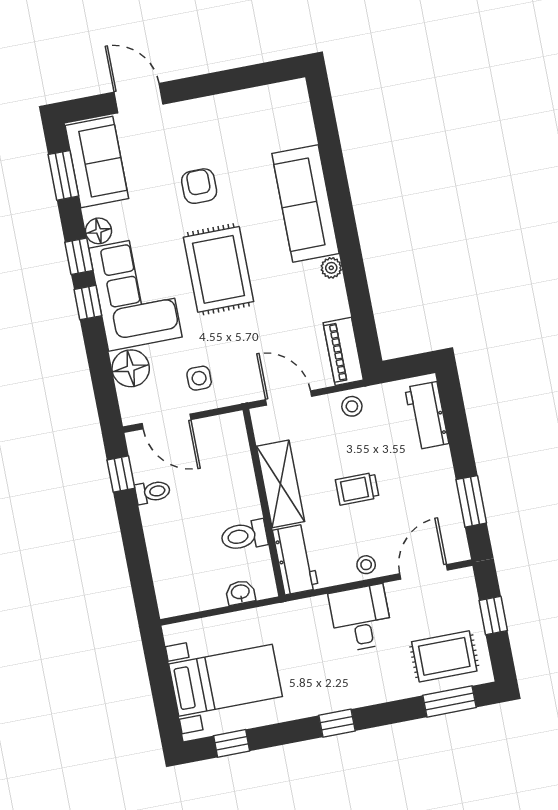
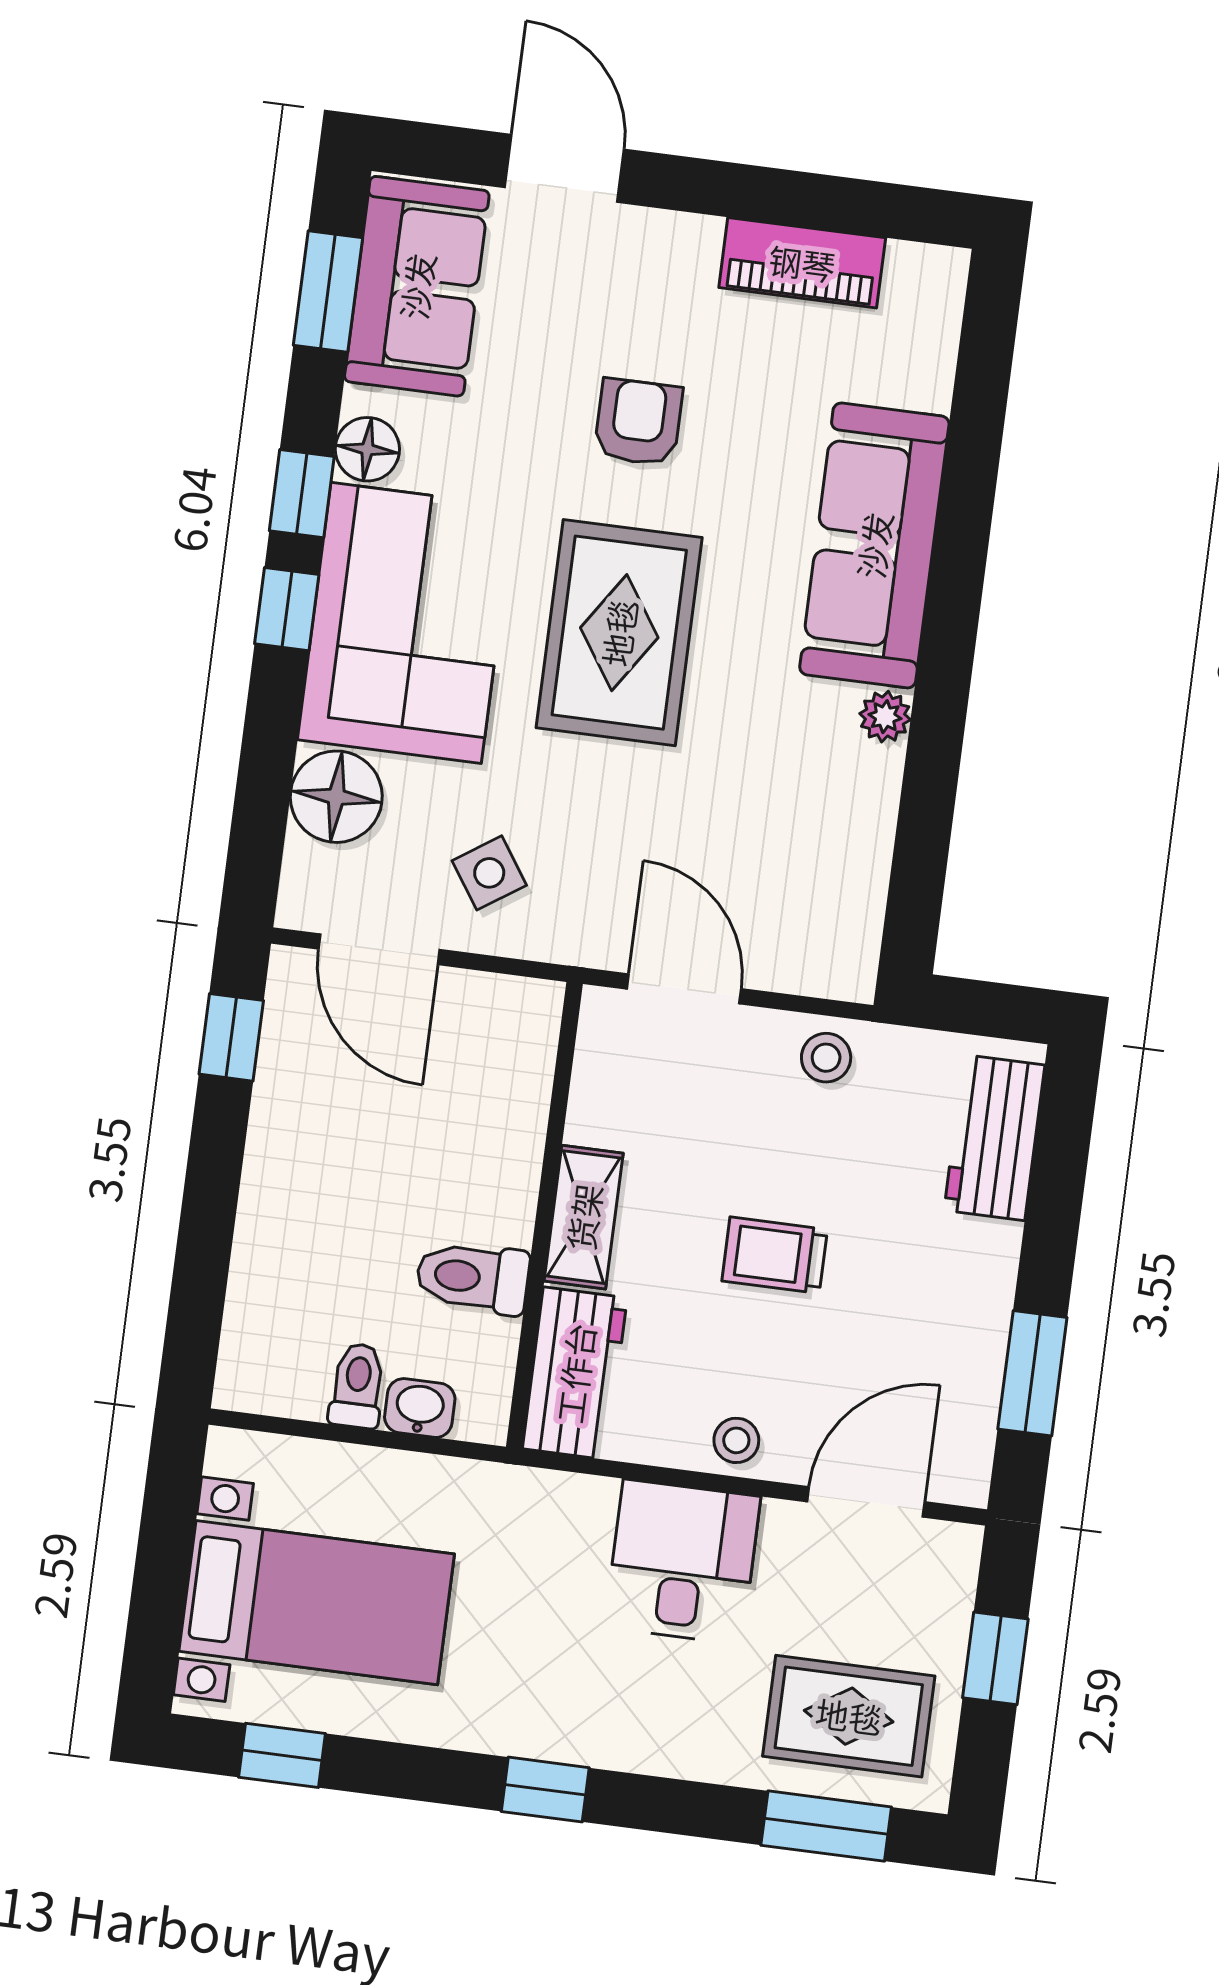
piano: (343, 351) -> (802, 263), moved, turned -90
side table: (199, 378) -> (489, 873), turned -34
shelving: (281, 484) -> (584, 1217), width x0.67, depth x0.75
toilet: (153, 492) -> (357, 1386), moved, turned -90

